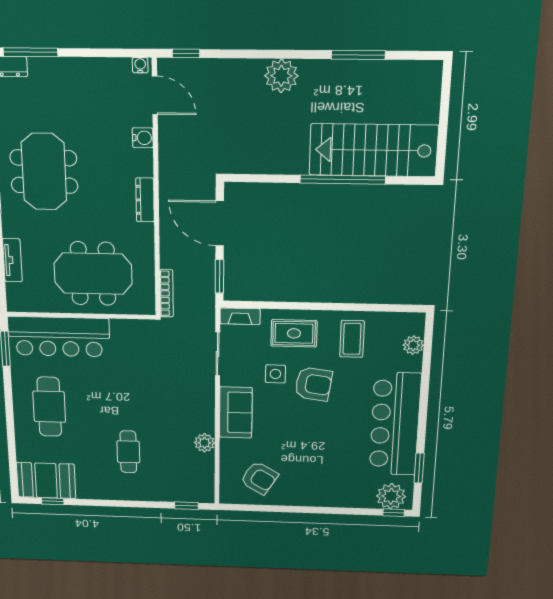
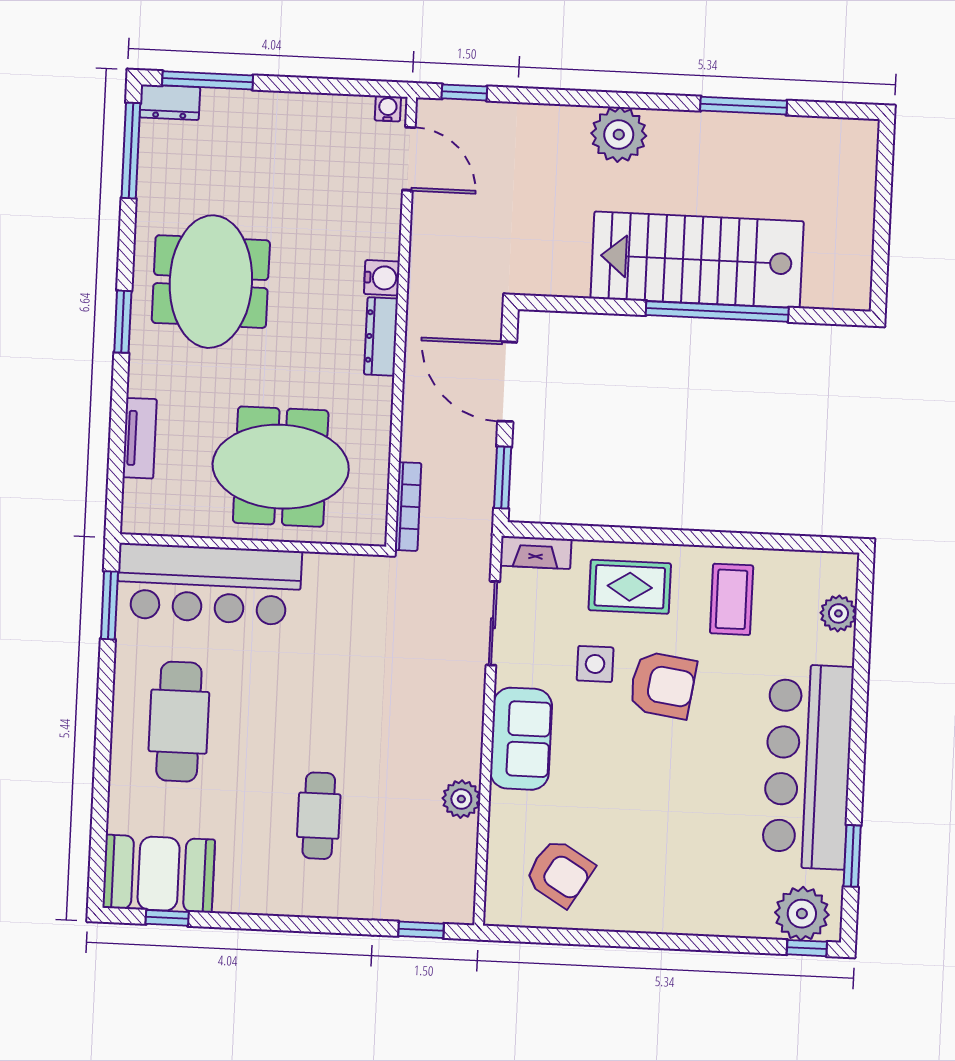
water cooler: (143, 138) -> (382, 278), moved
stairs: (373, 150) -> (697, 260), moved

